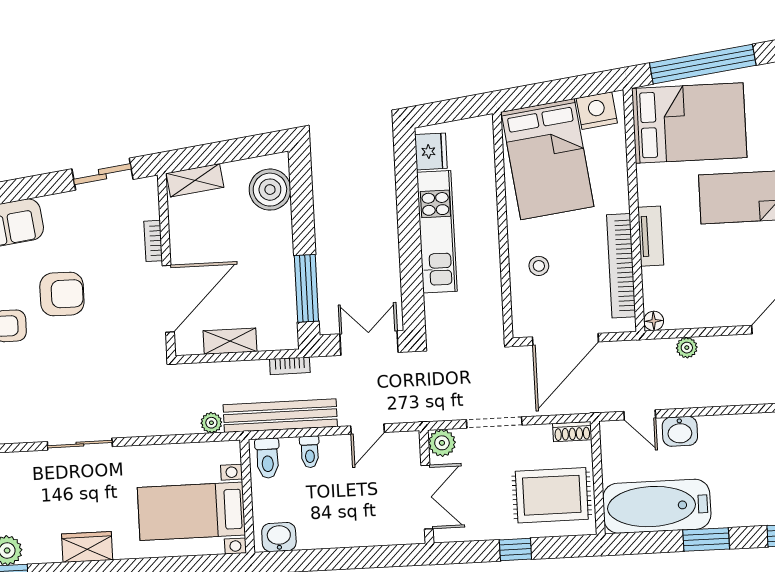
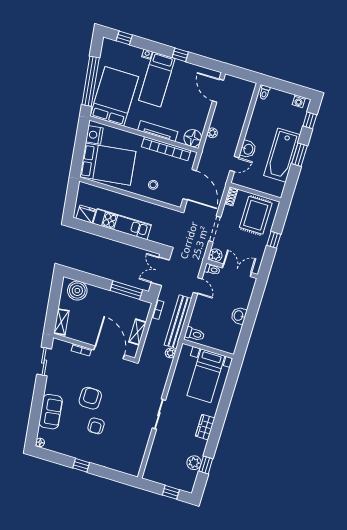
tv unit: (651, 236) -> (158, 131), width x1.41
floor lamp: (654, 321) -> (193, 138), width x1.89, depth x1.89
toilet: (310, 452) -> (212, 269), moved
bathtub: (657, 506) -> (282, 155), moved
washbasin: (279, 537) -> (239, 316), moved

